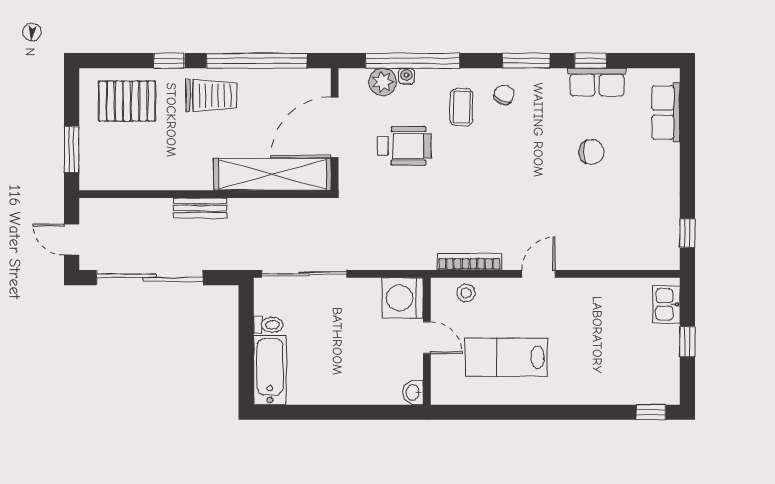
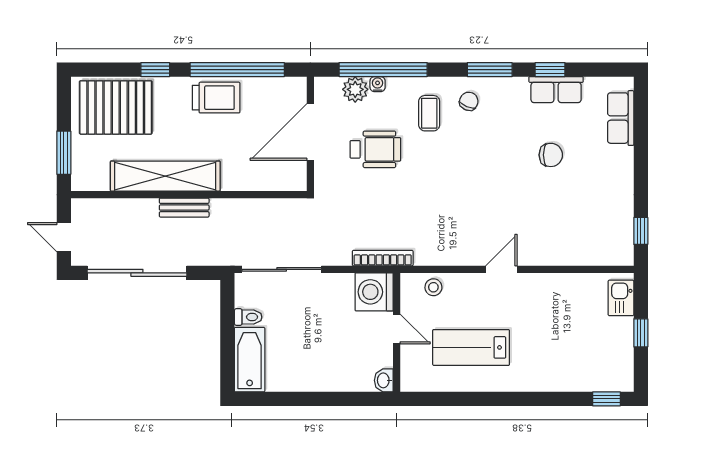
trolley: (211, 95) -> (216, 98), moved
pallet: (127, 101) -> (116, 107), width x1.37, depth x1.41
shelving: (272, 174) -> (165, 176), moved
bookcase: (469, 262) -> (383, 258), moved

